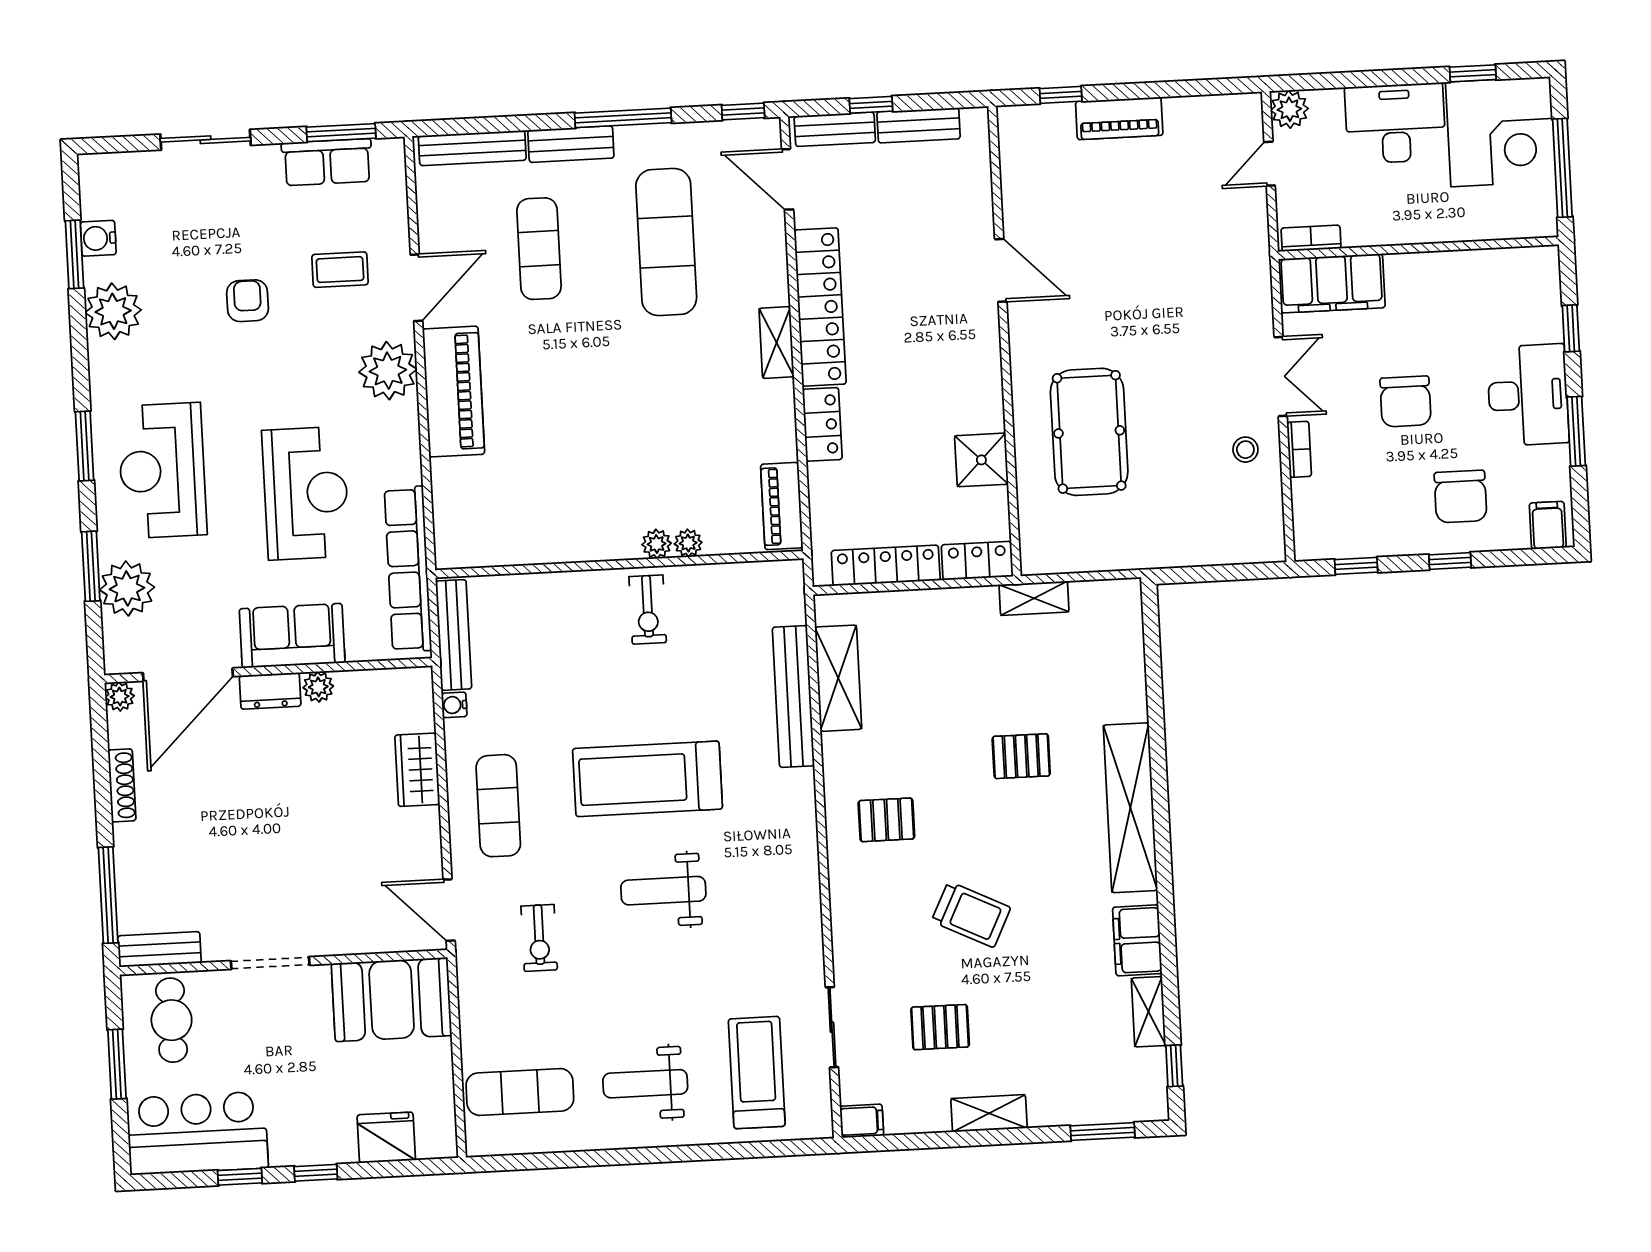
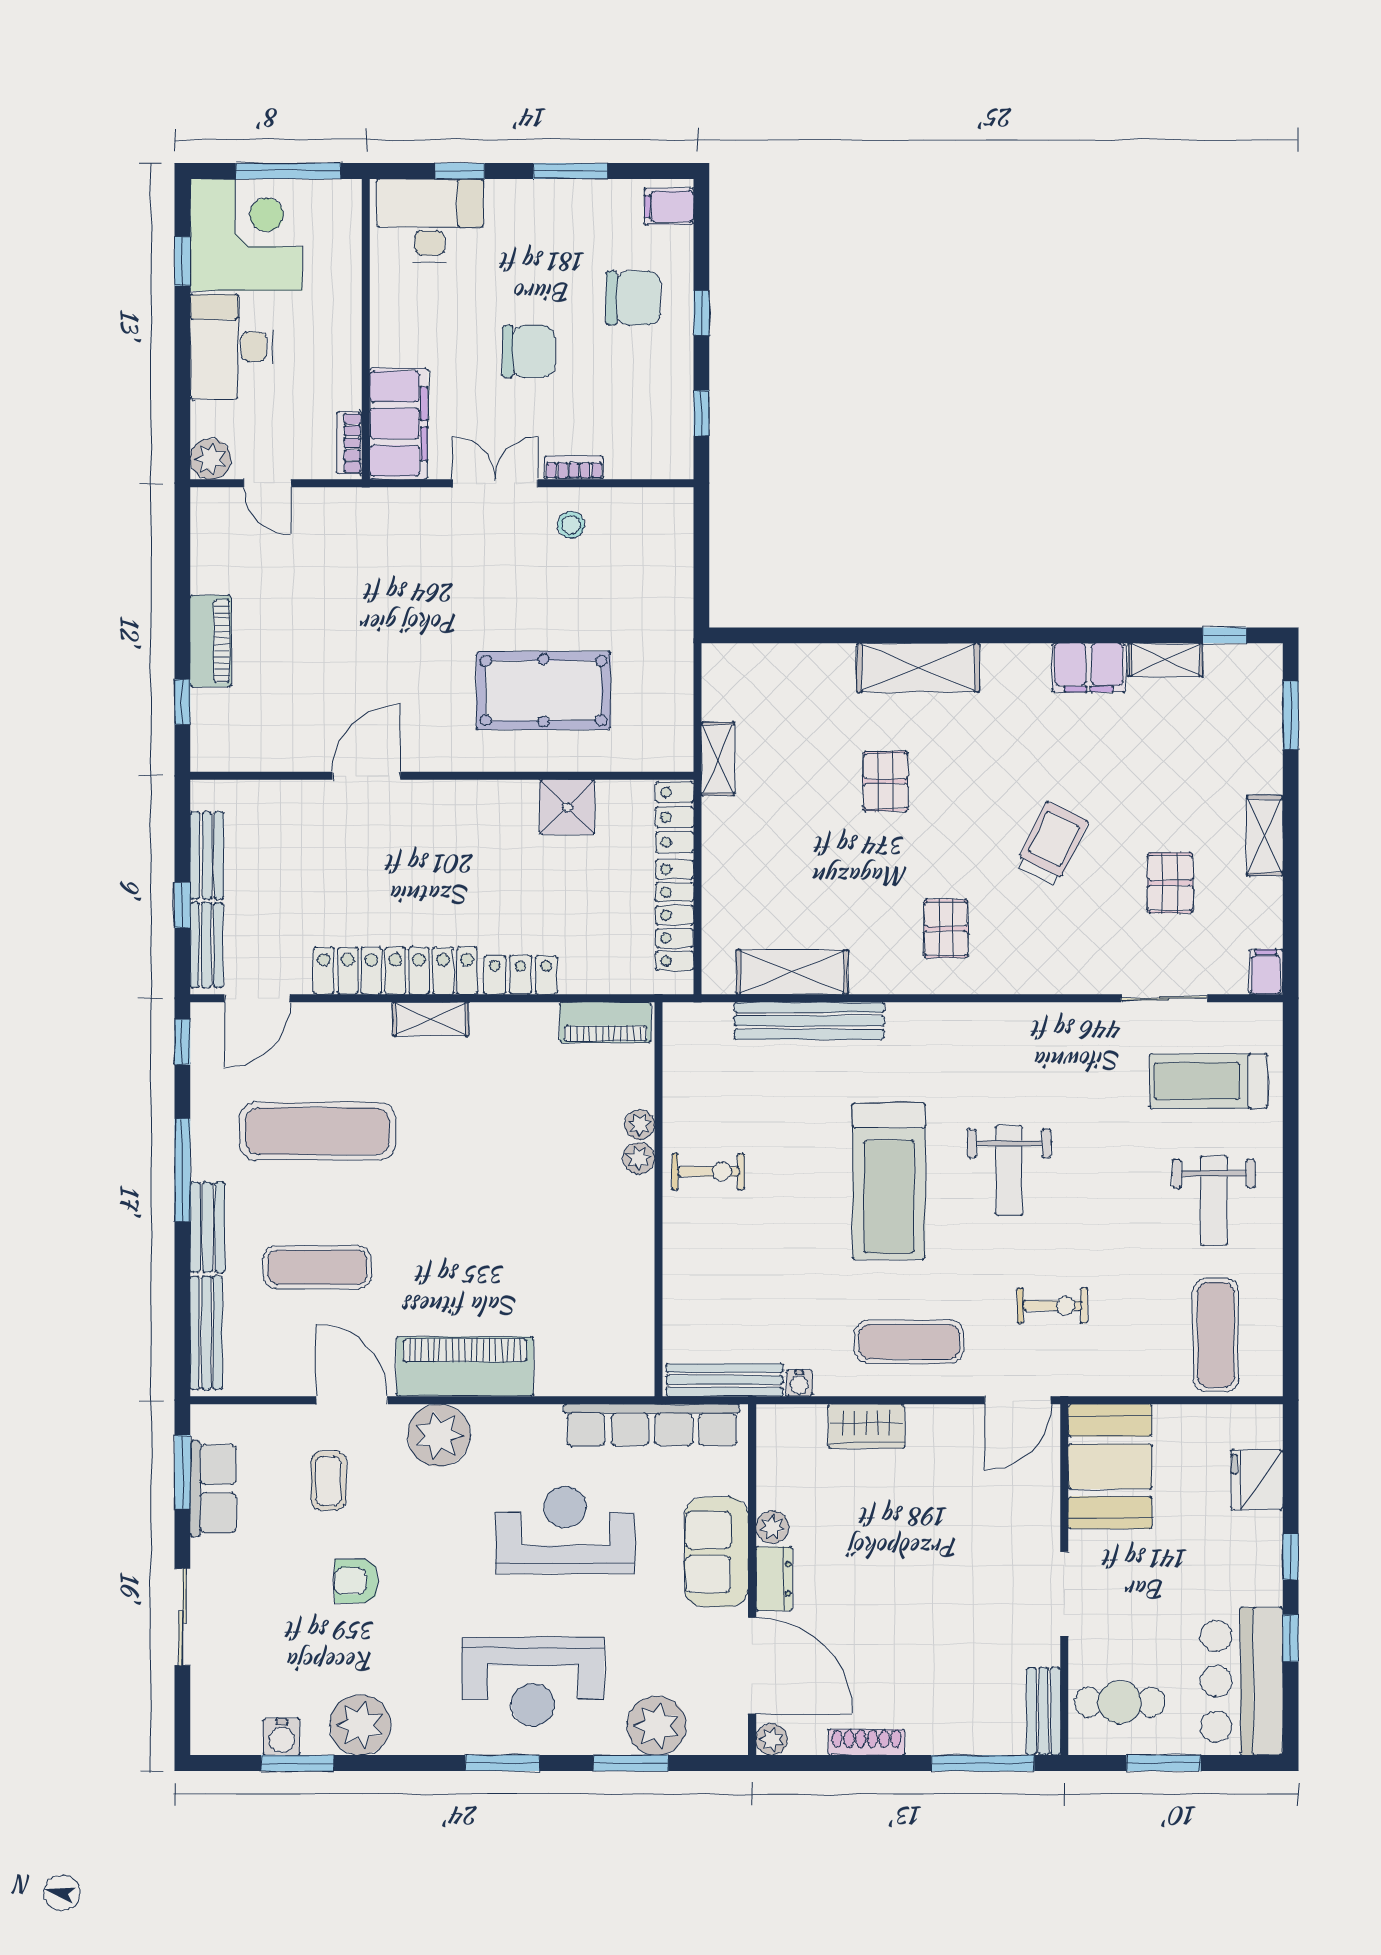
desk: (1528, 395) -> (430, 221), moved
shelving: (1130, 808) -> (918, 668), width x0.68

